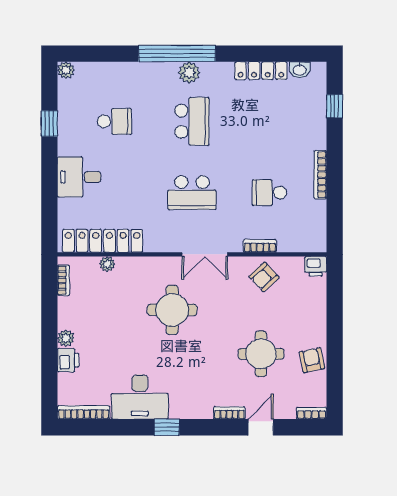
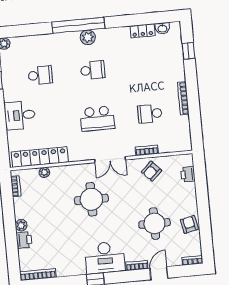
locker: (261, 71) -> (143, 31), width x0.66
school desk: (192, 121) -> (93, 70), width x0.54
printer: (316, 266) -> (188, 174), moved, turned 90
desk: (140, 397) -> (105, 258), moved

